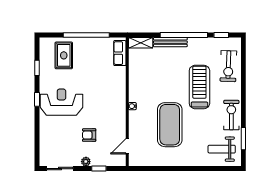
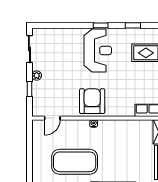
armchair: (89, 135) -> (92, 101), moved, width x1.88, depth x1.88
door: (127, 146) -> (52, 118), swing flipped

